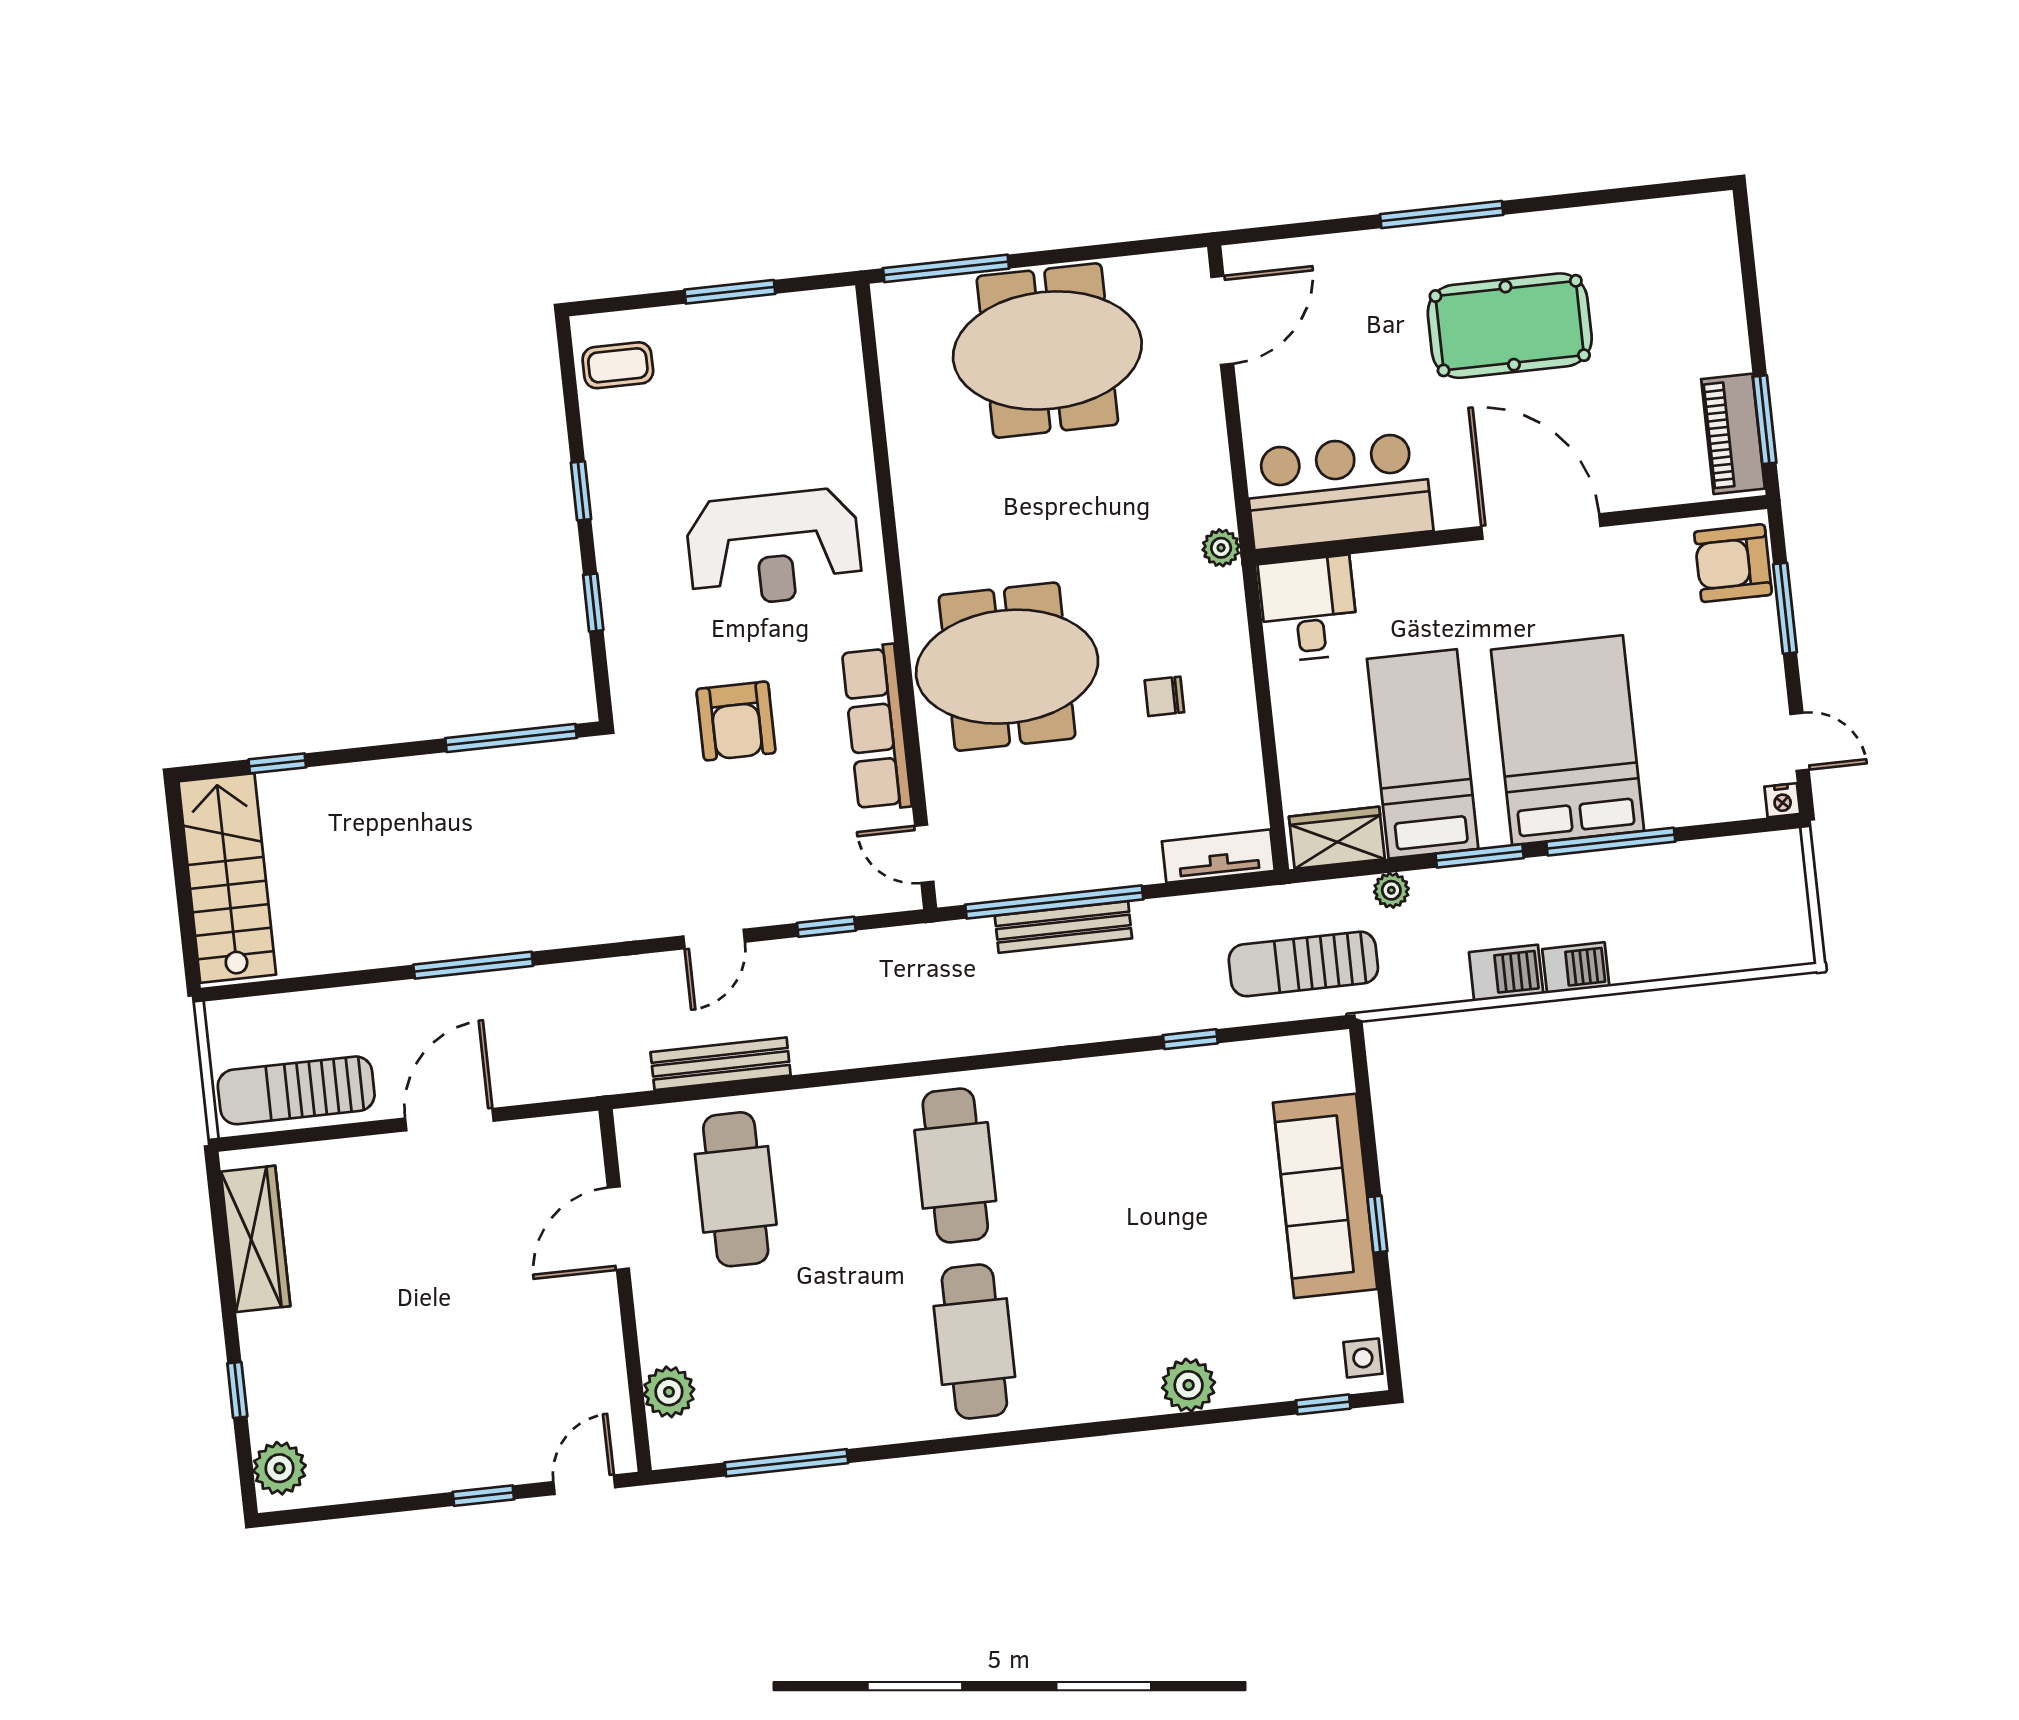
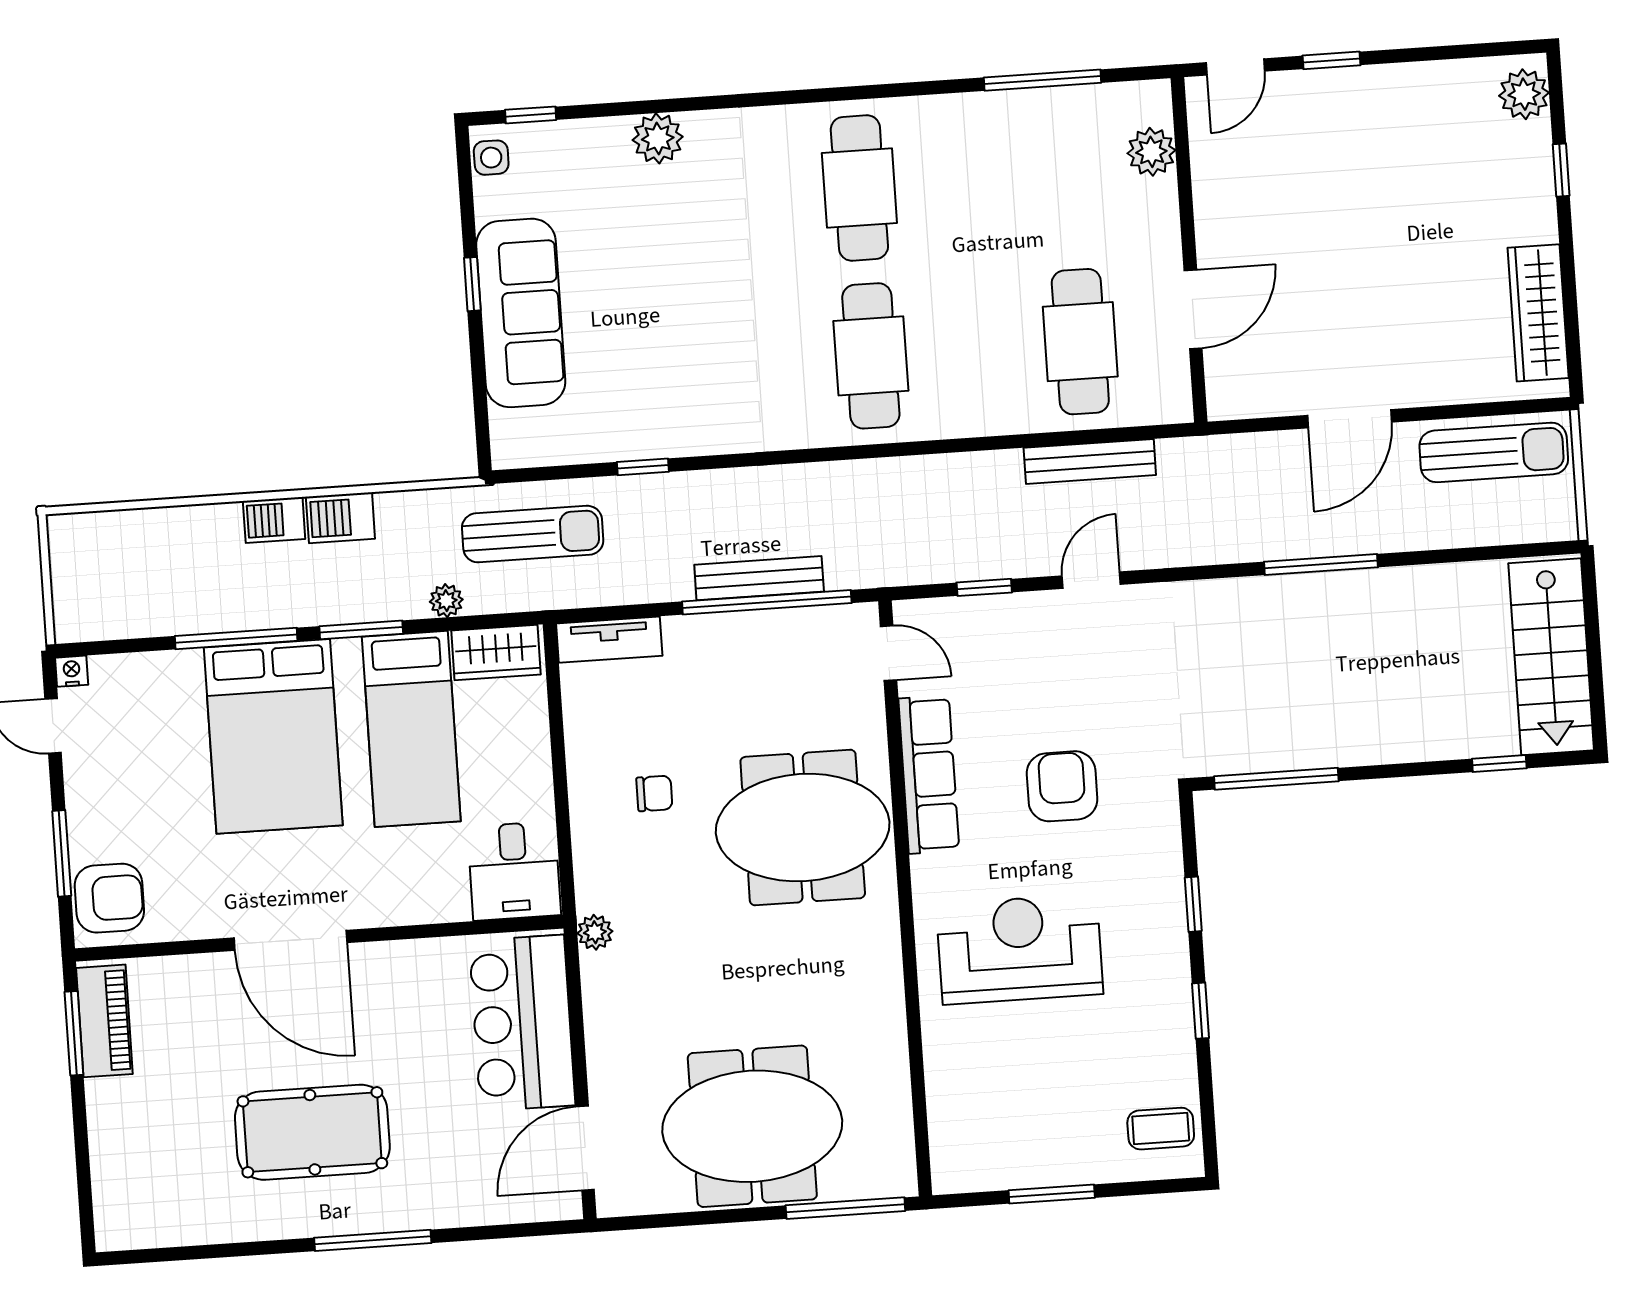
bar counter: (1339, 491) -> (522, 1023), moved, turned 90

